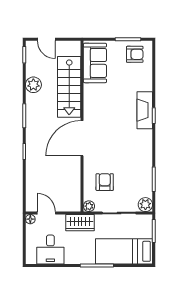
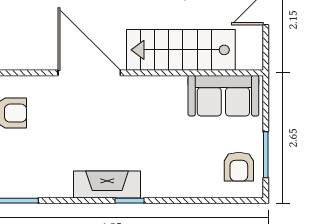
fireplace: (145, 110) -> (107, 184), moved

